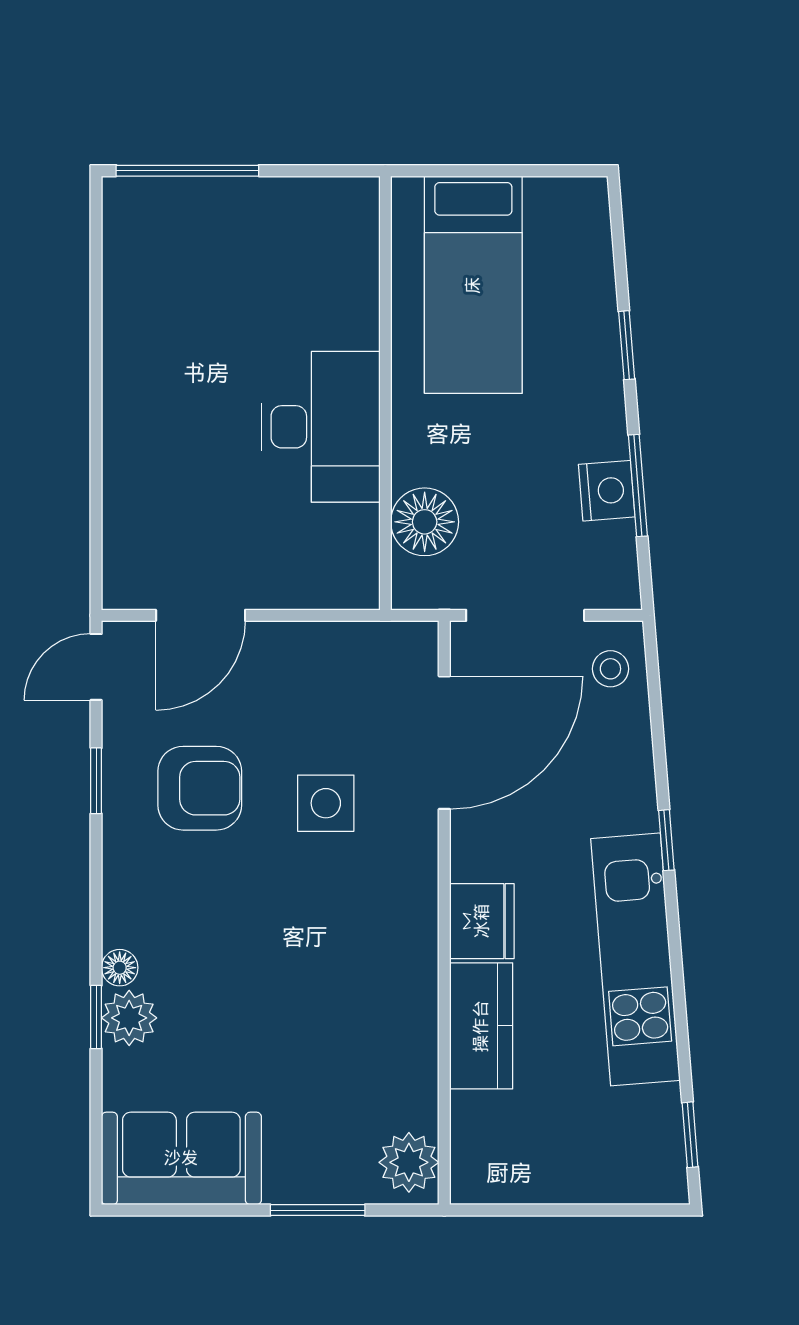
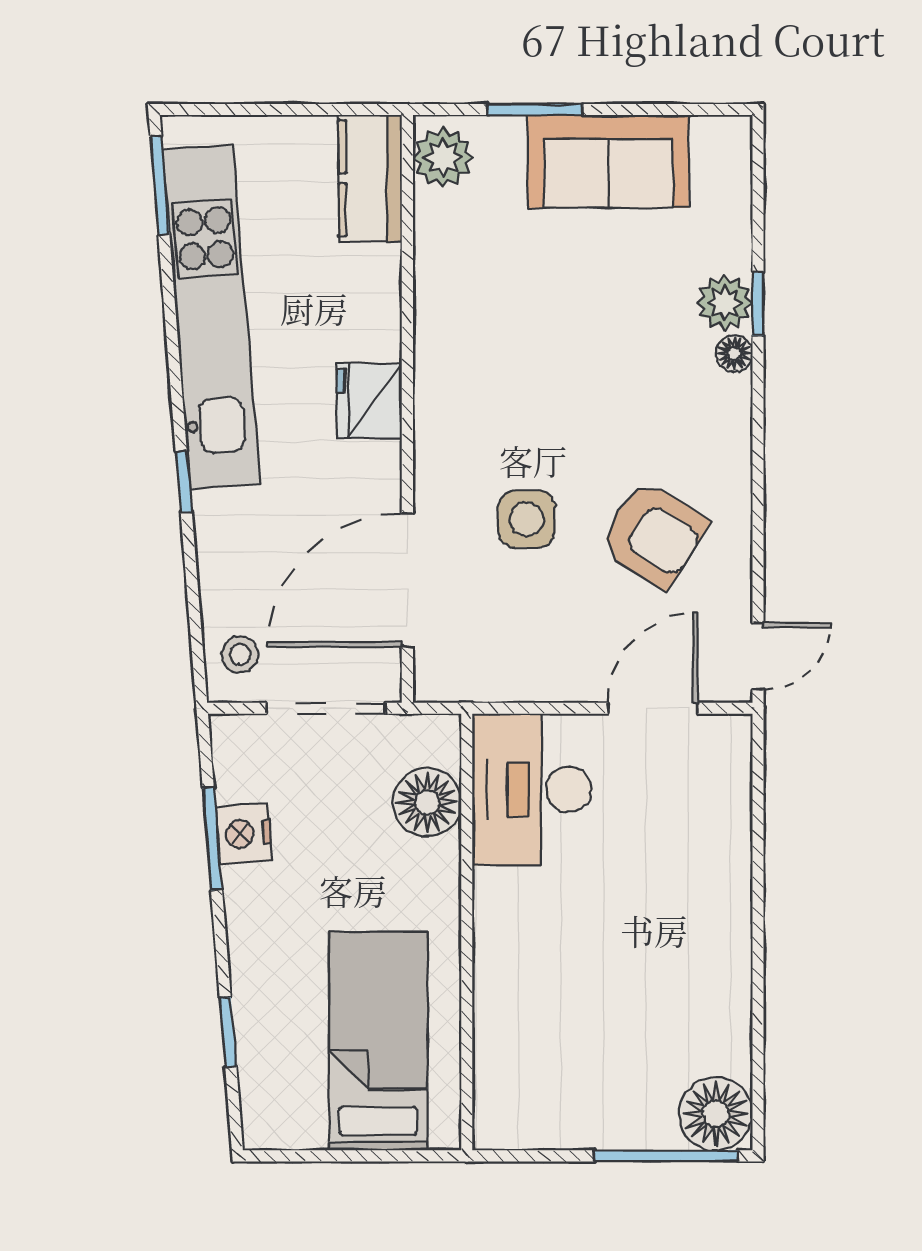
floor lamp: (138, 213) -> (716, 1114), added
window: (627, 345) -> (228, 1032), moved
desk: (321, 427) -> (532, 789), moved
window: (96, 781) -> (758, 542), removed
armchair: (200, 788) -> (654, 534), turned -147
kitchen unit: (636, 959) -> (211, 316), width x1.36
kitchen counter: (481, 1026) -> (370, 178), moved
window: (690, 1135) -> (160, 185), width x1.50
sofa: (181, 1158) -> (608, 161), moved

